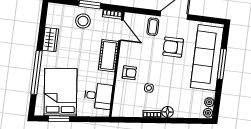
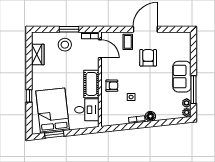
wardrobe: (50, 40) -> (38, 55), moved
armchair: (173, 47) -> (148, 58), turned 90
cot: (108, 56) -> (91, 84), moved
sofa: (207, 58) -> (182, 77), width x0.54, depth x0.79
window: (222, 64) -> (194, 90), moved
window: (37, 73) -> (29, 96), width x0.32

